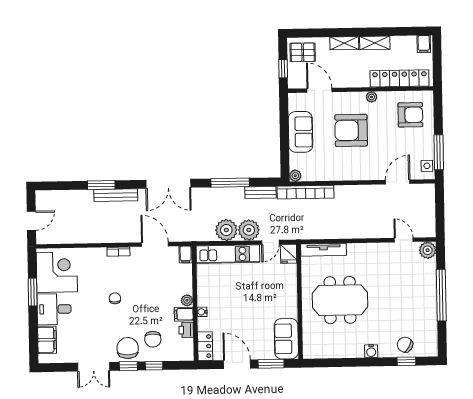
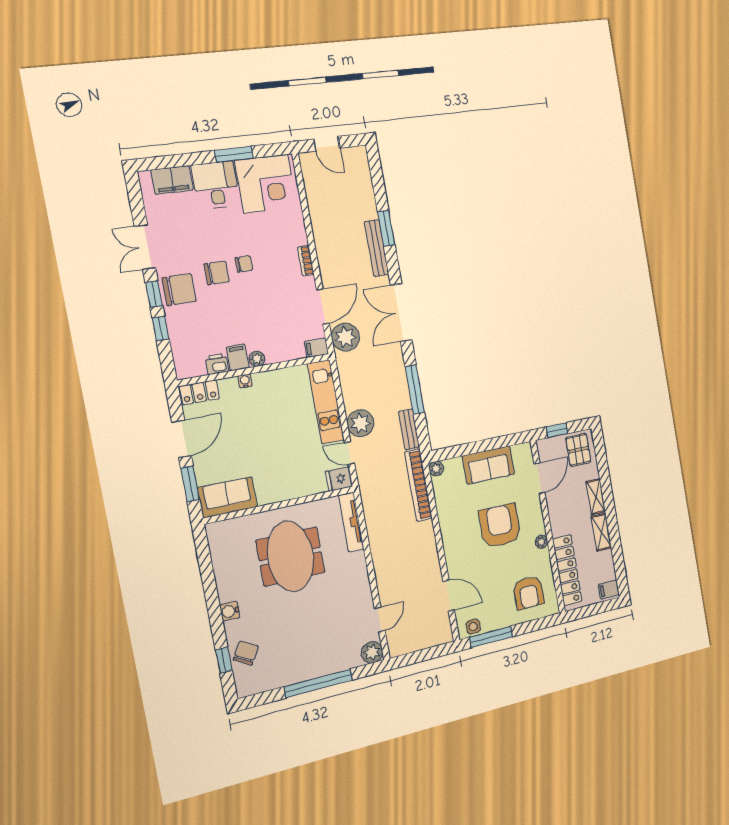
plant: (226, 230) -> (345, 337), moved
chair: (153, 339) -> (217, 273), moved, turned 180

